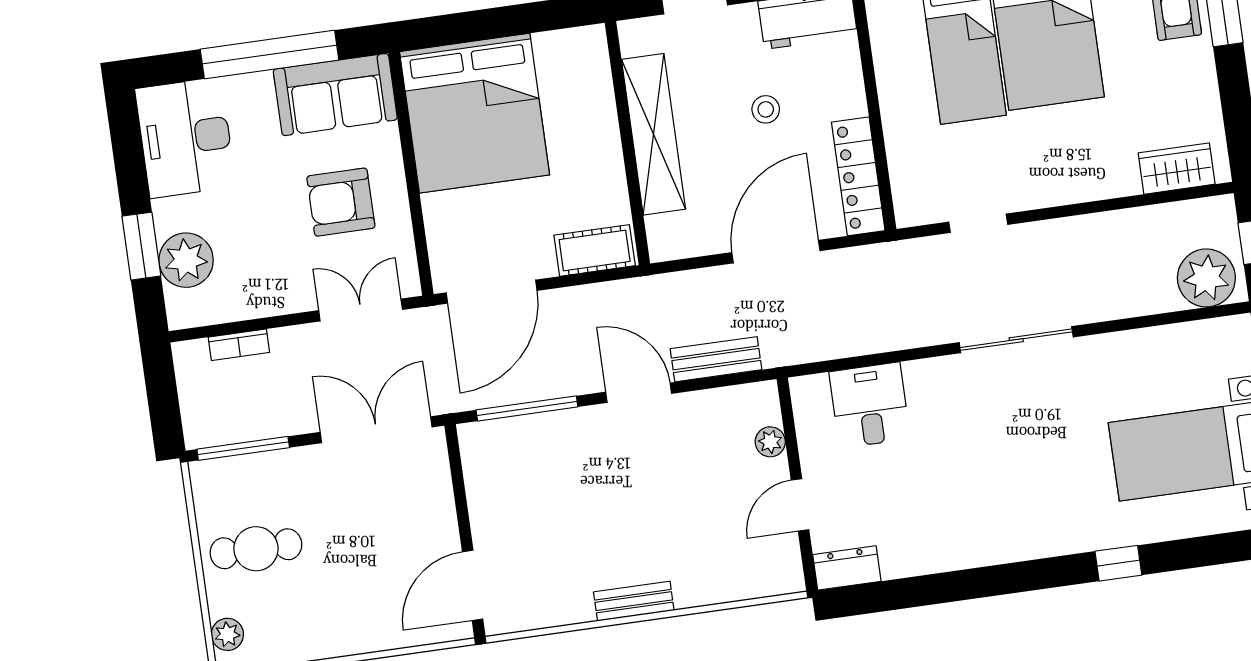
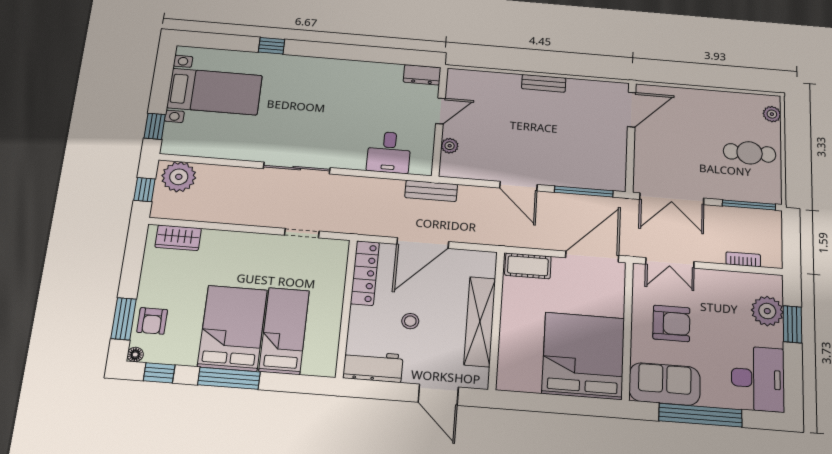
bench: (716, 359) -> (431, 191), moved

